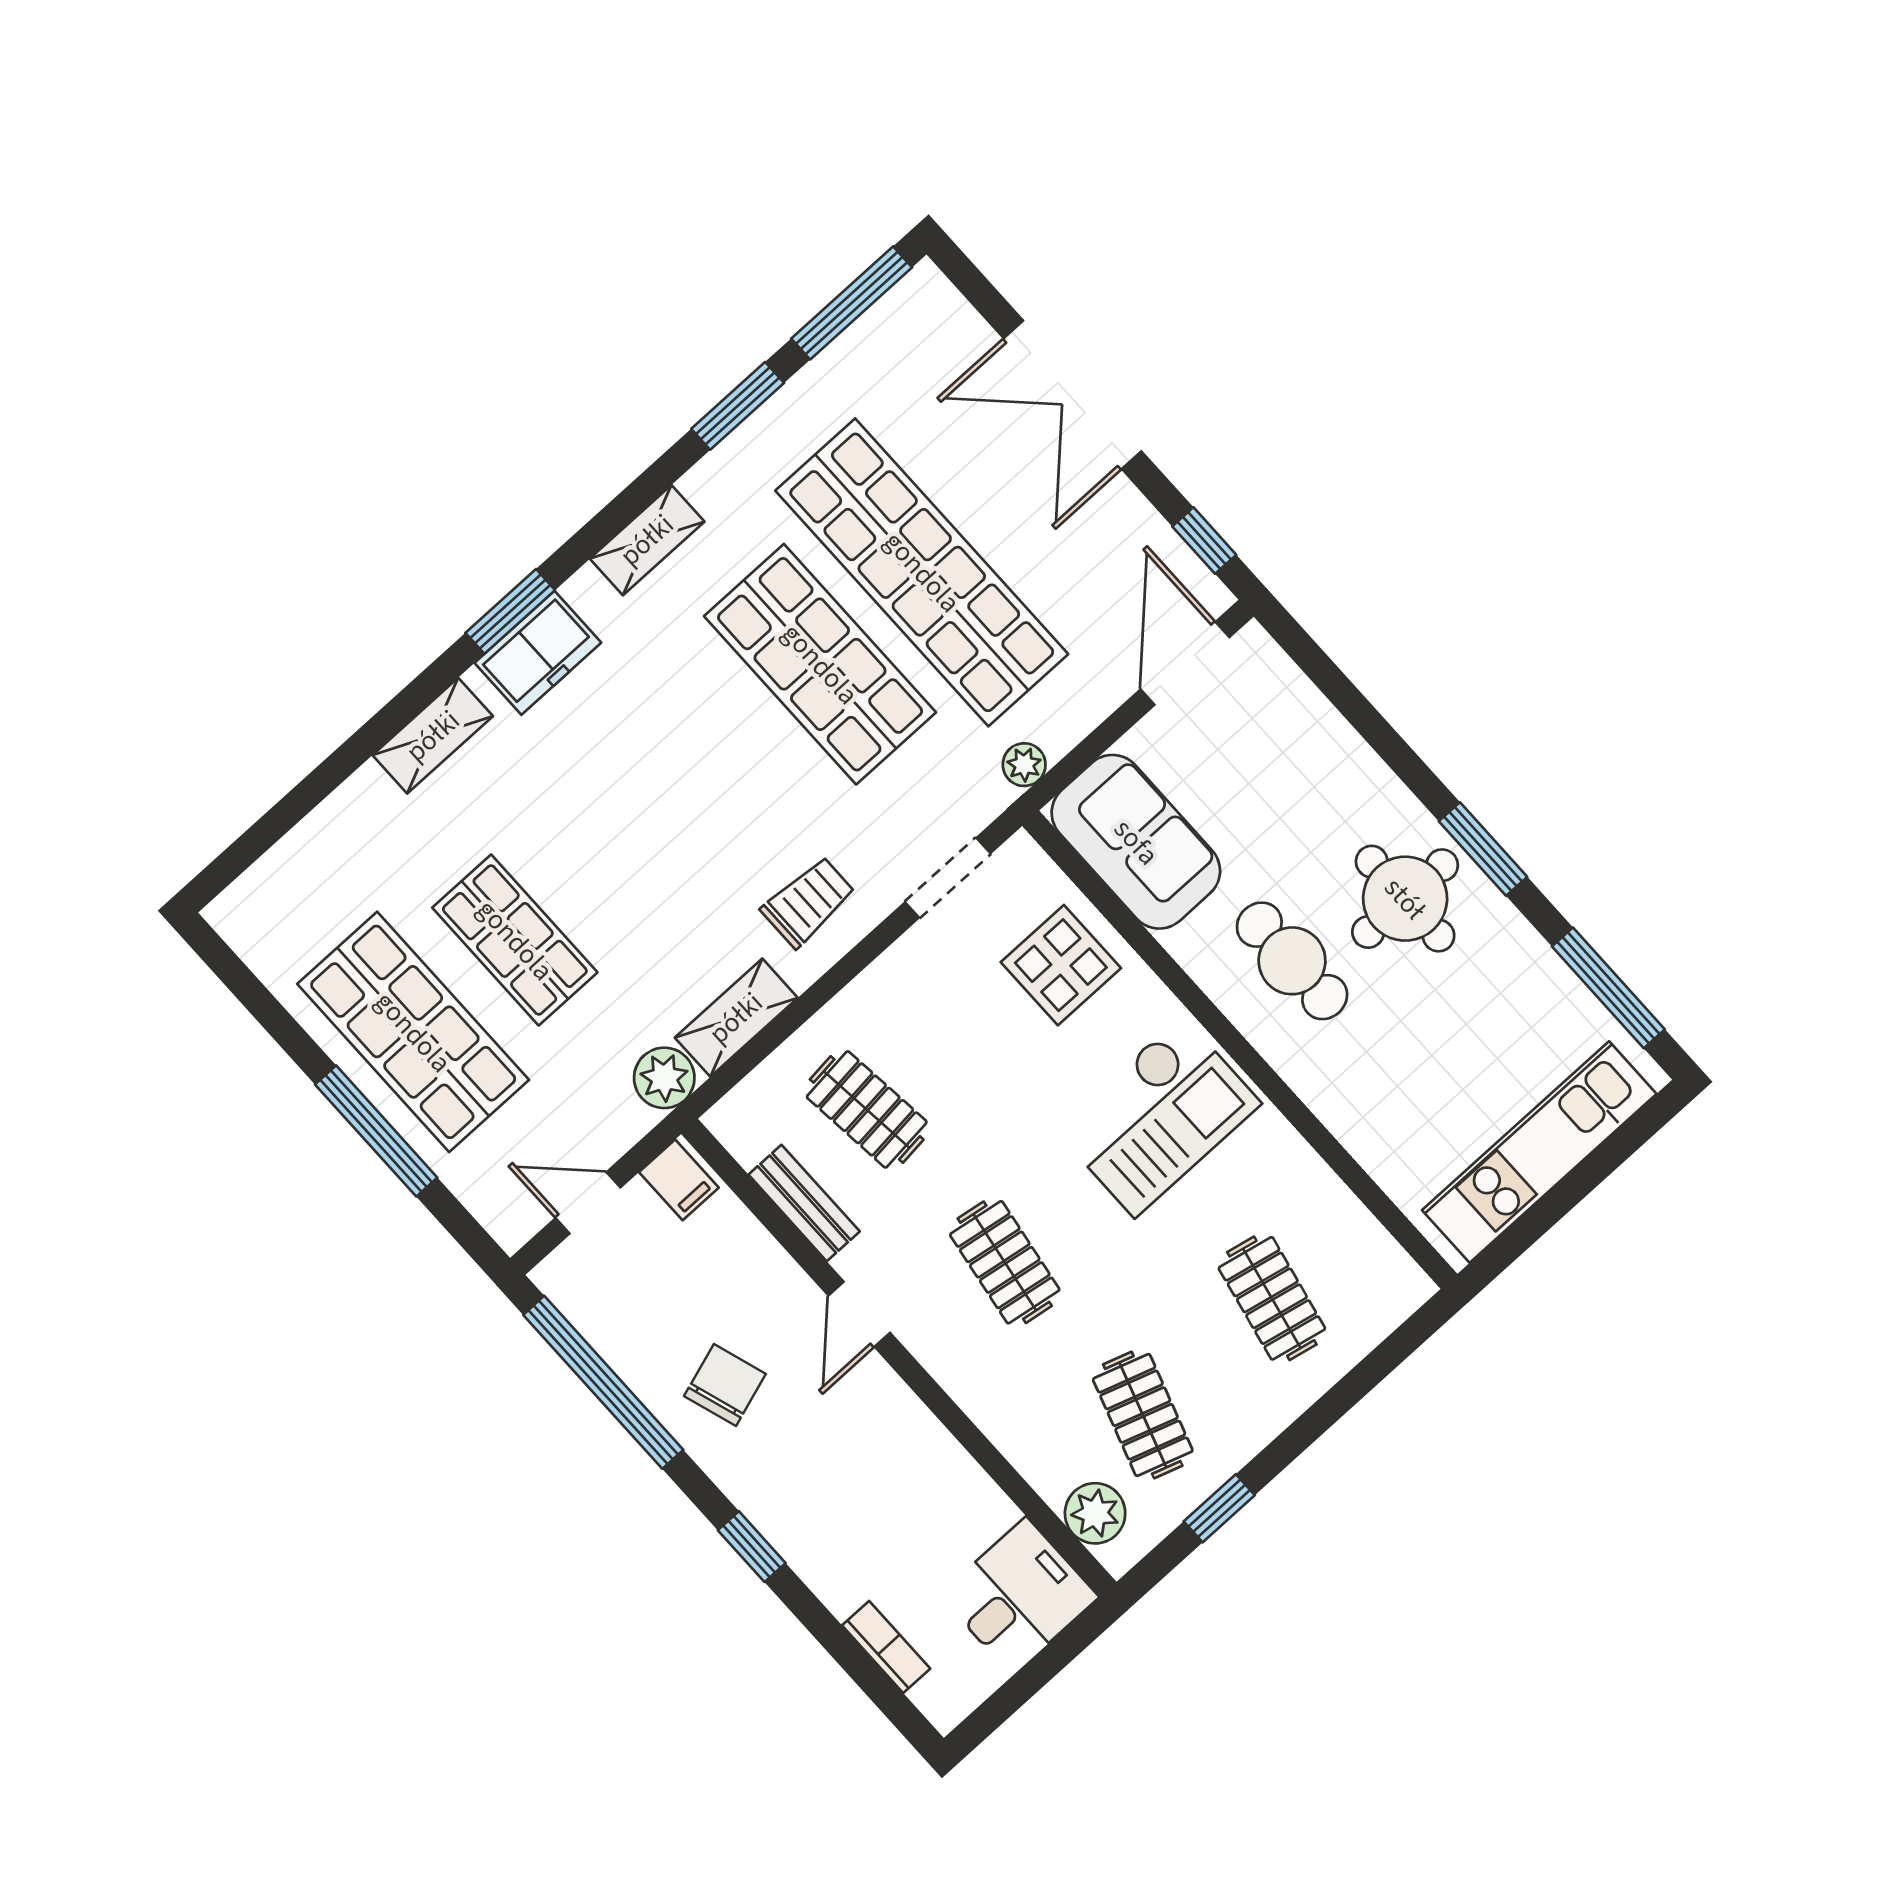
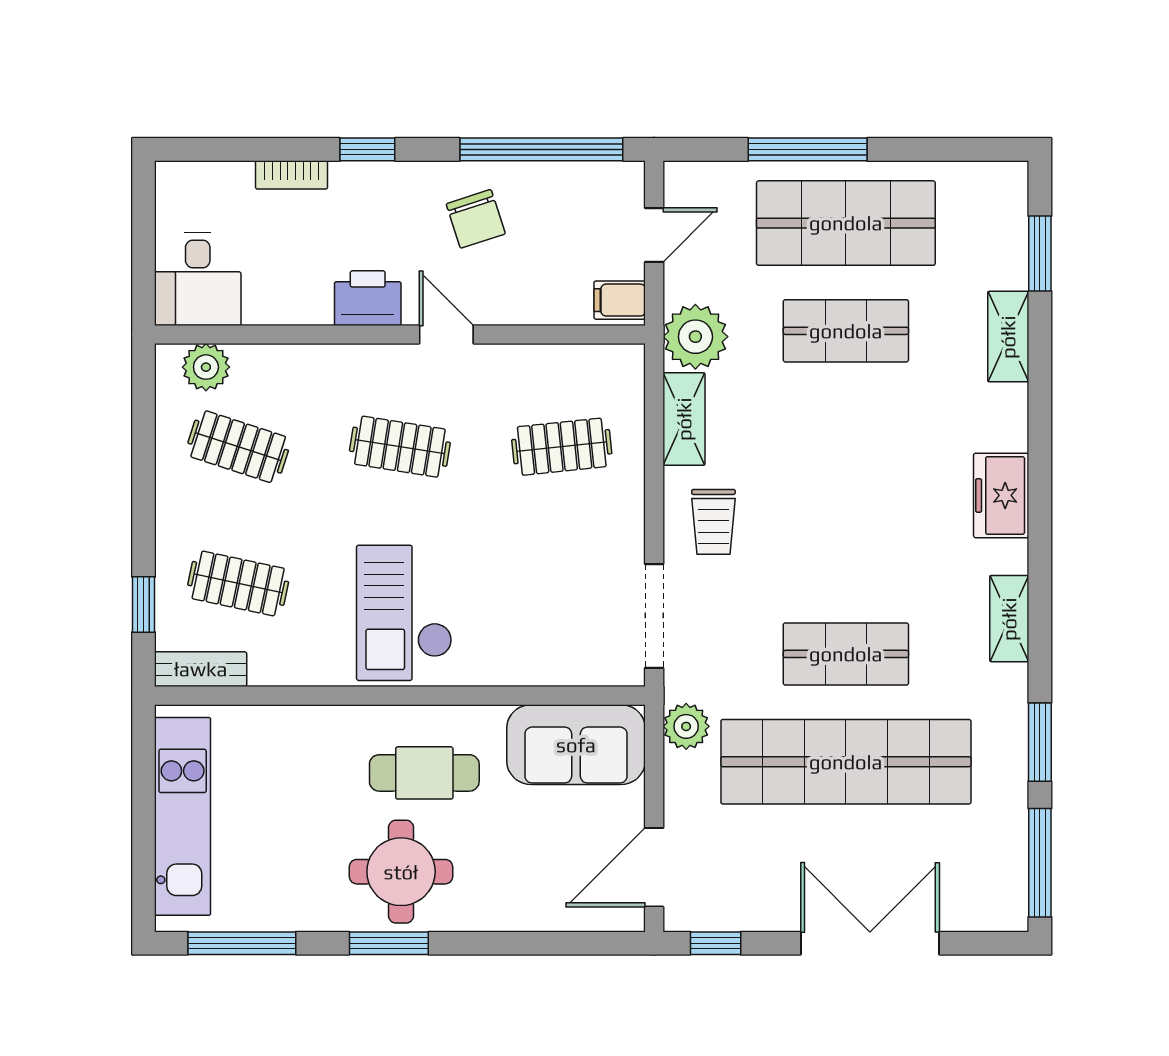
window: (510, 611) -> (1040, 254), moved
door: (1185, 663) -> (654, 867), swing flipped
shop shelf: (820, 664) -> (846, 654), width x0.70, depth x0.74
shelving: (433, 736) -> (1008, 337), moved
plant: (1024, 765) -> (686, 726), width x1.38, depth x1.38
doorway: (948, 878) -> (654, 616), width x1.38
display table: (1061, 965) -> (544, 636), removed
plant: (664, 1078) -> (695, 337), width x1.36, depth x1.36
bench: (804, 1203) -> (201, 669), moved
printer: (892, 1419) -> (368, 298), added
window: (1219, 1508) -> (143, 604), moved
bookcase: (886, 1647) -> (292, 175), moved

